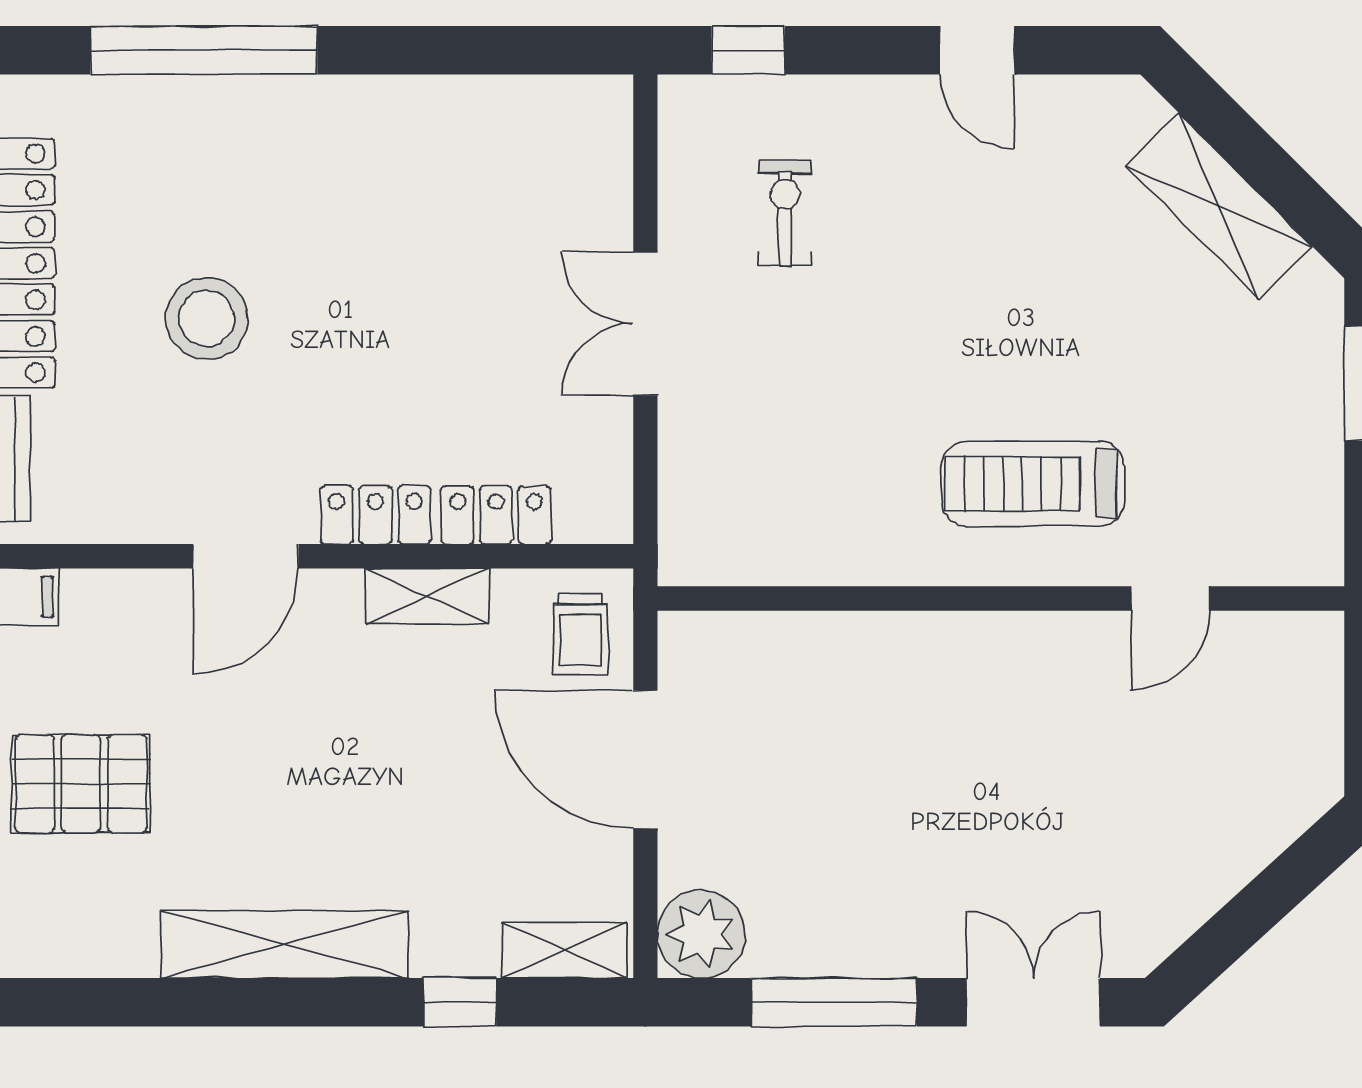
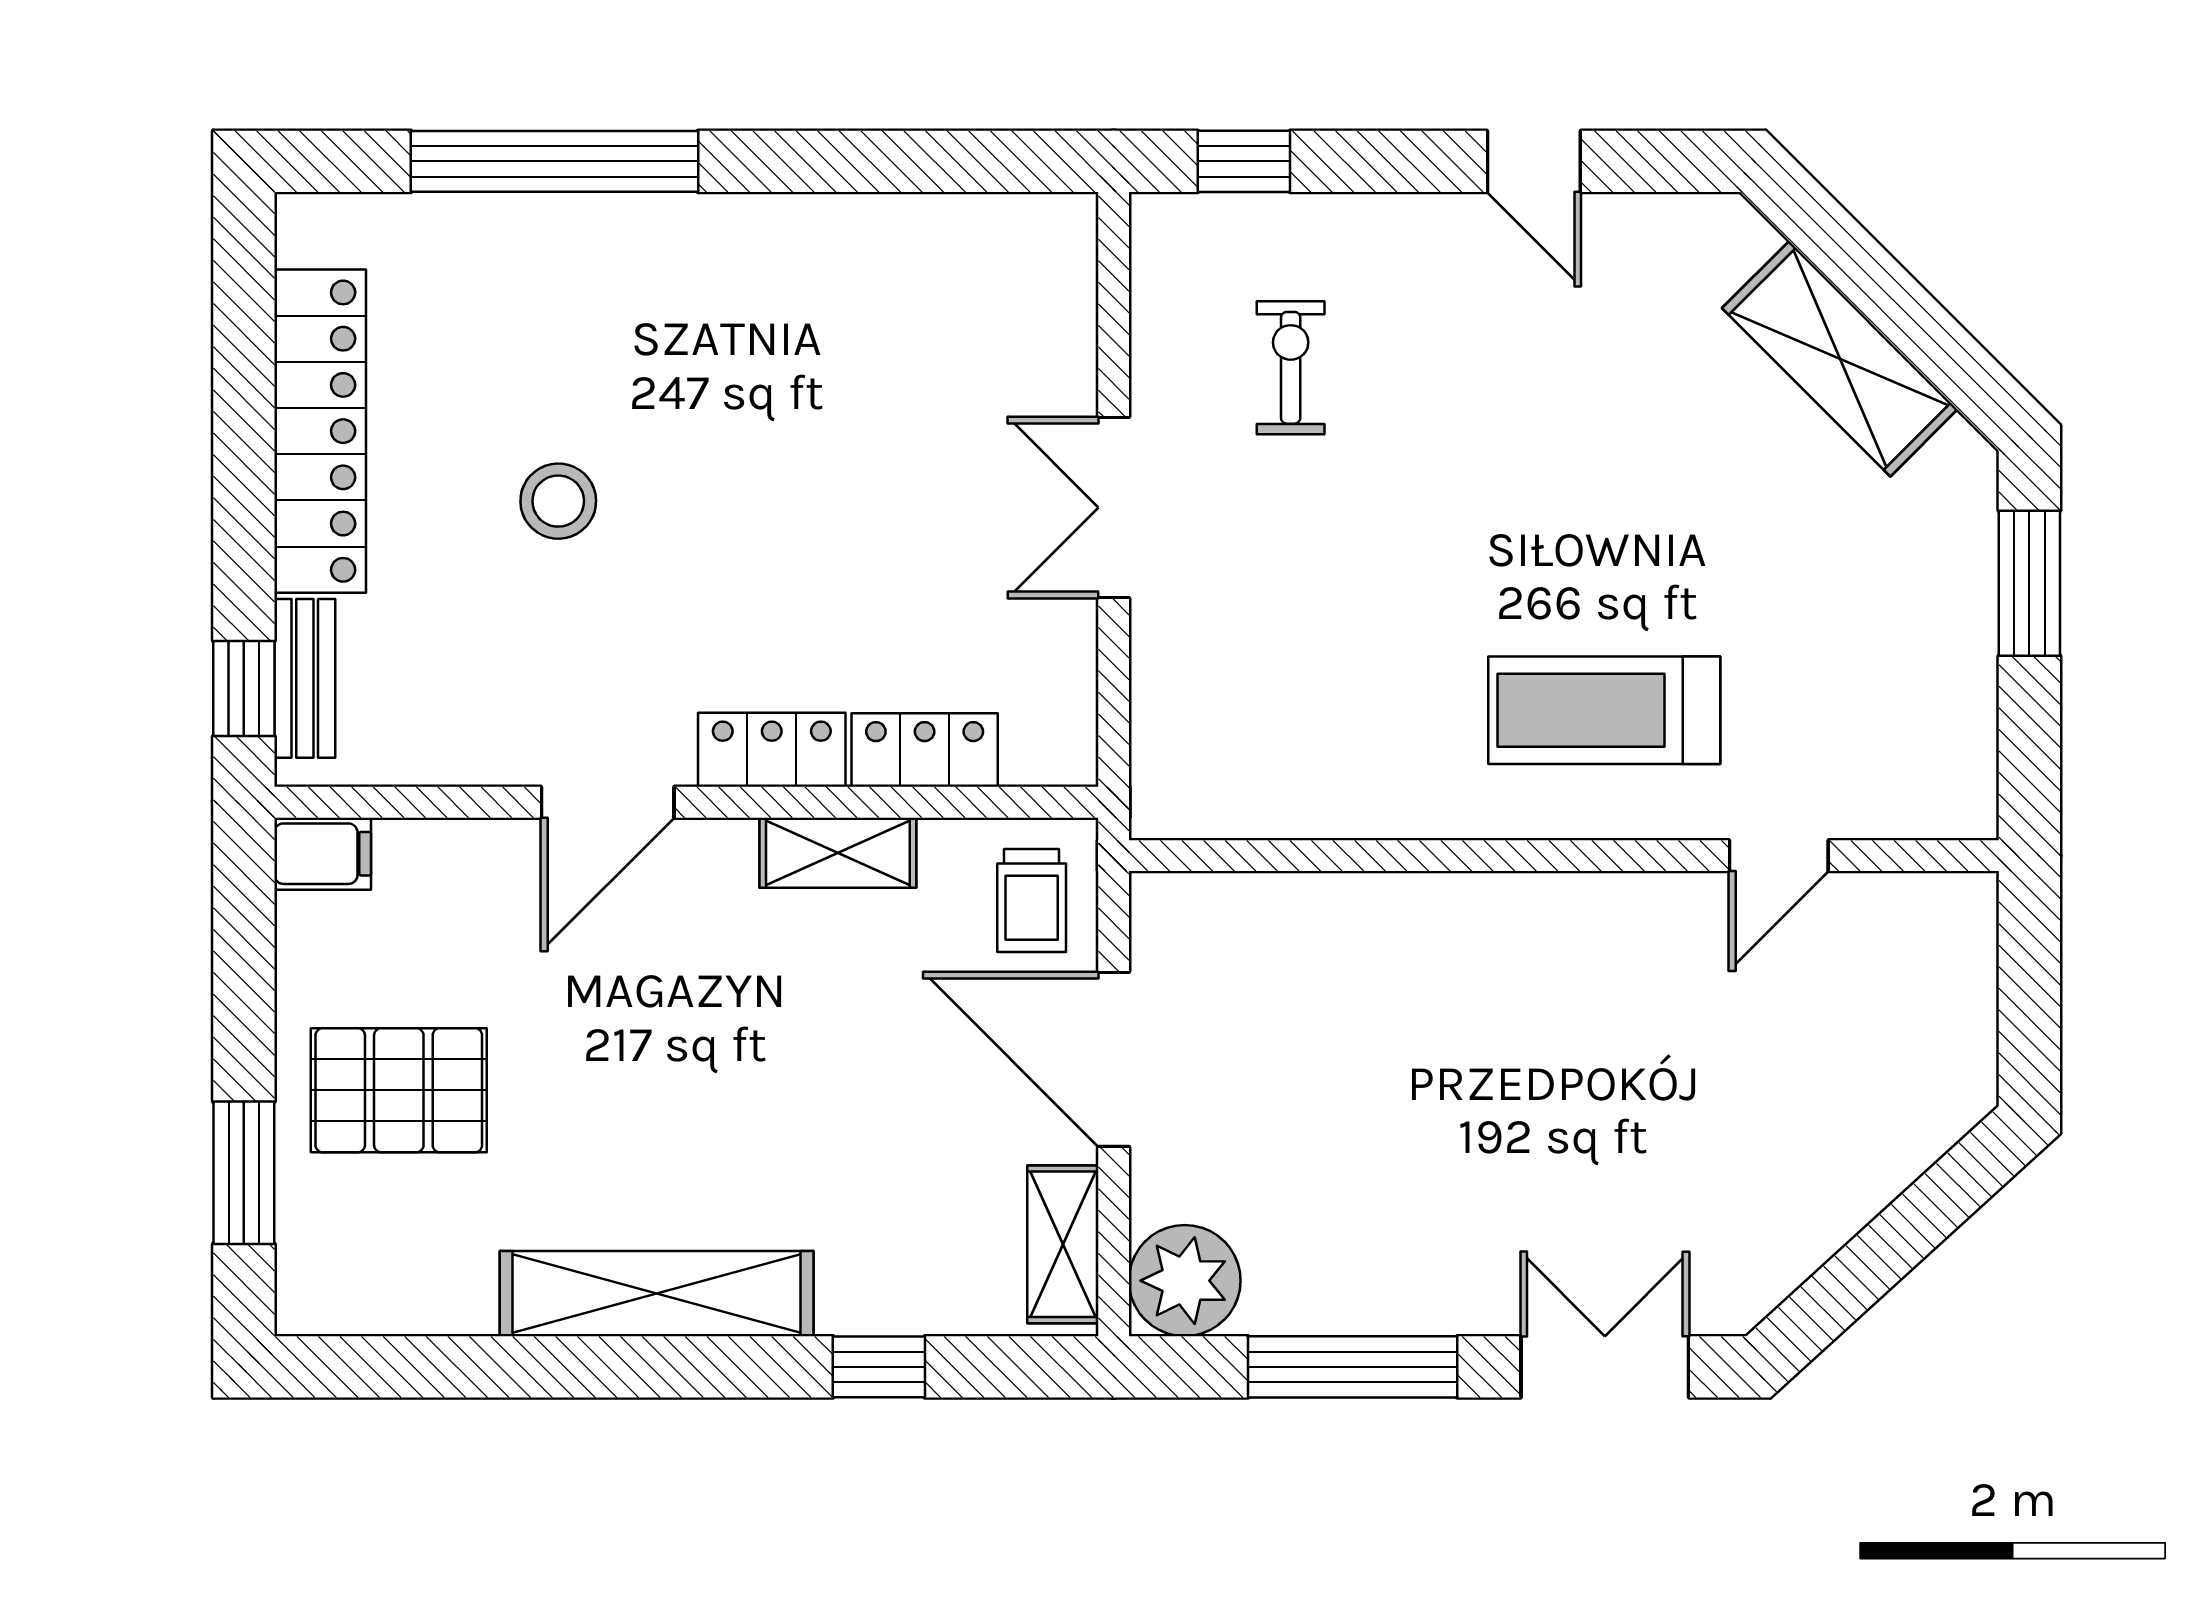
stool: (207, 318) -> (558, 501), width x0.73, depth x0.73
shelving: (565, 950) -> (1063, 1244), moved, turned 90

